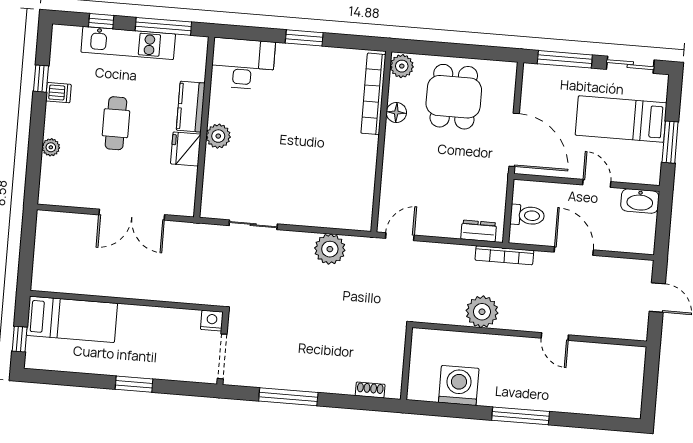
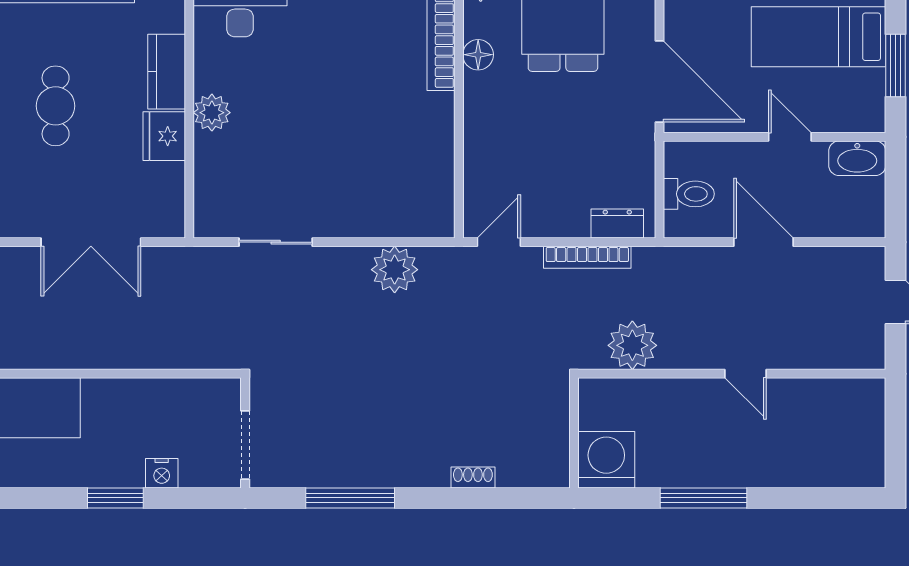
bookcase: (504, 255) -> (587, 257), moved
nightstand: (212, 321) -> (162, 473), moved, turned 180
wall: (406, 363) -> (574, 433), moved

